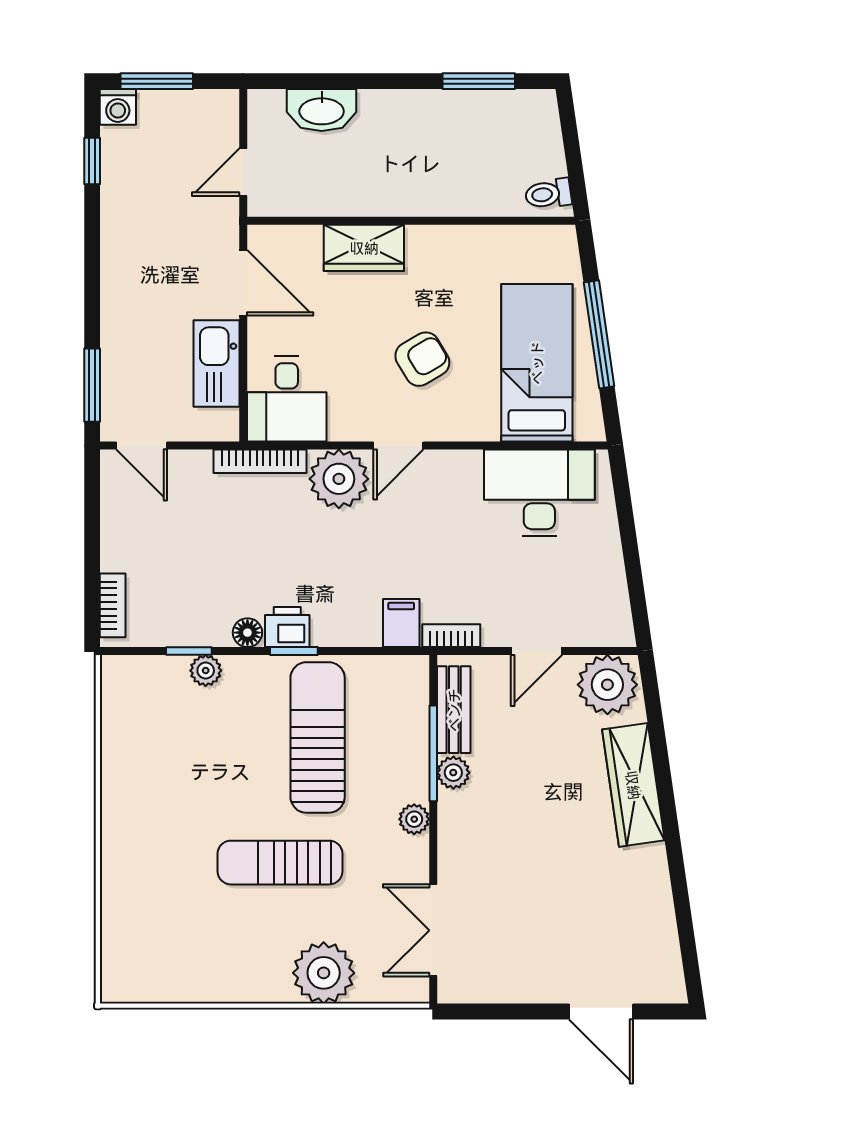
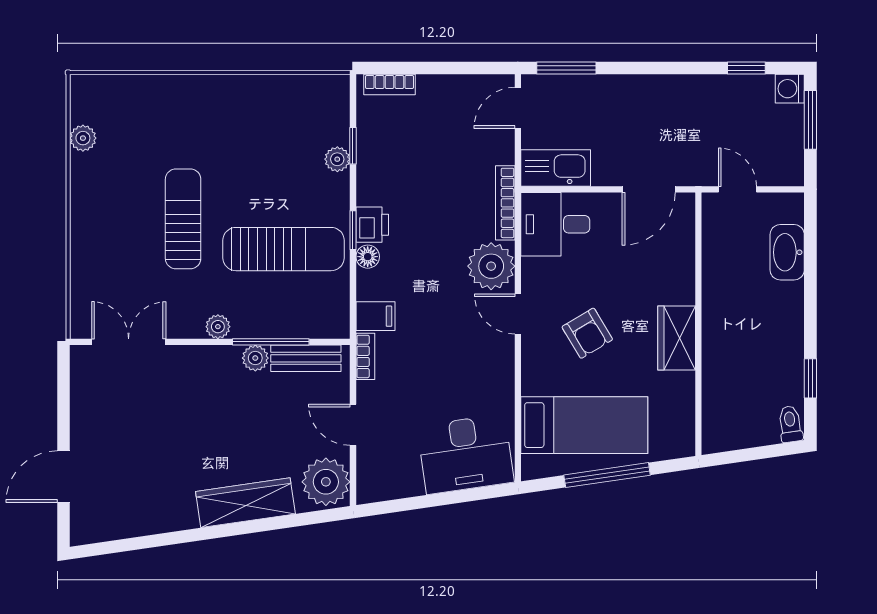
window: (479, 81) -> (810, 378), width x0.67
toilet: (548, 194) -> (790, 424), moved
wardrobe: (364, 248) -> (677, 338), moved
kitchen sink: (217, 364) -> (556, 168), moved
desk: (539, 493) -> (466, 454), moved, turned 82
floor lamp: (247, 633) -> (368, 257), moved
plant: (324, 973) -> (83, 138), moved, width x0.53, depth x0.53

